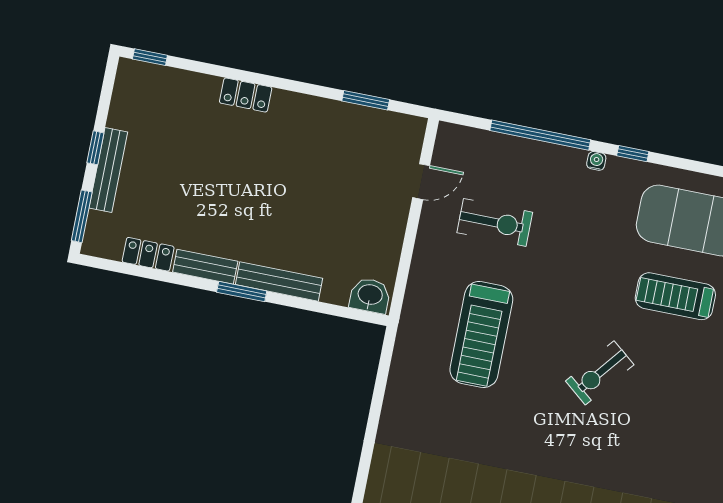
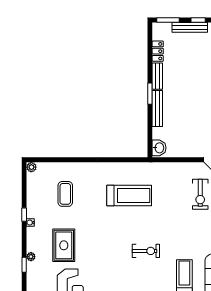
treadmill: (481, 335) -> (129, 195), moved, turned 180
exercise bike: (600, 373) -> (146, 251), turned 141

